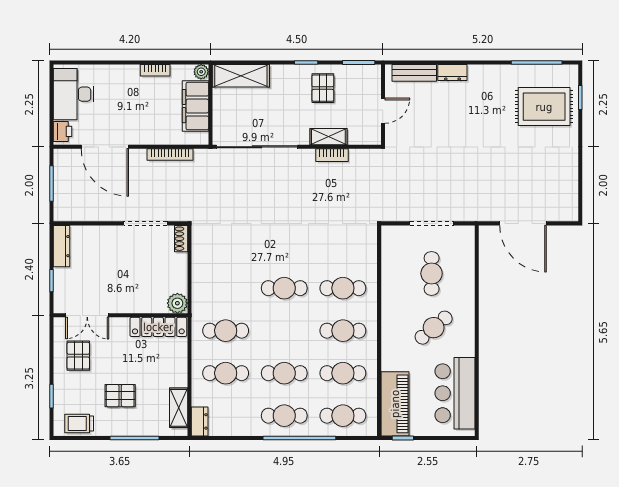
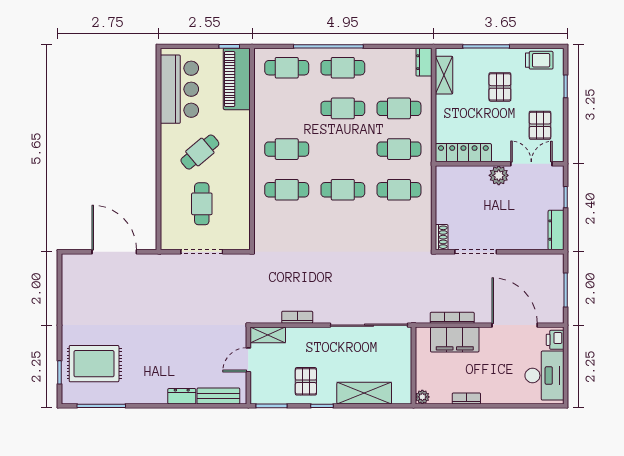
shelving: (241, 76) -> (364, 393), moved
filing cabinet: (195, 106) -> (455, 340), moved, turned 90
shelving: (328, 137) -> (268, 335), moved
plant: (177, 303) -> (499, 175), moved
cafe table: (343, 373) -> (399, 190), moved
pallet: (120, 396) -> (500, 87), turned 90

